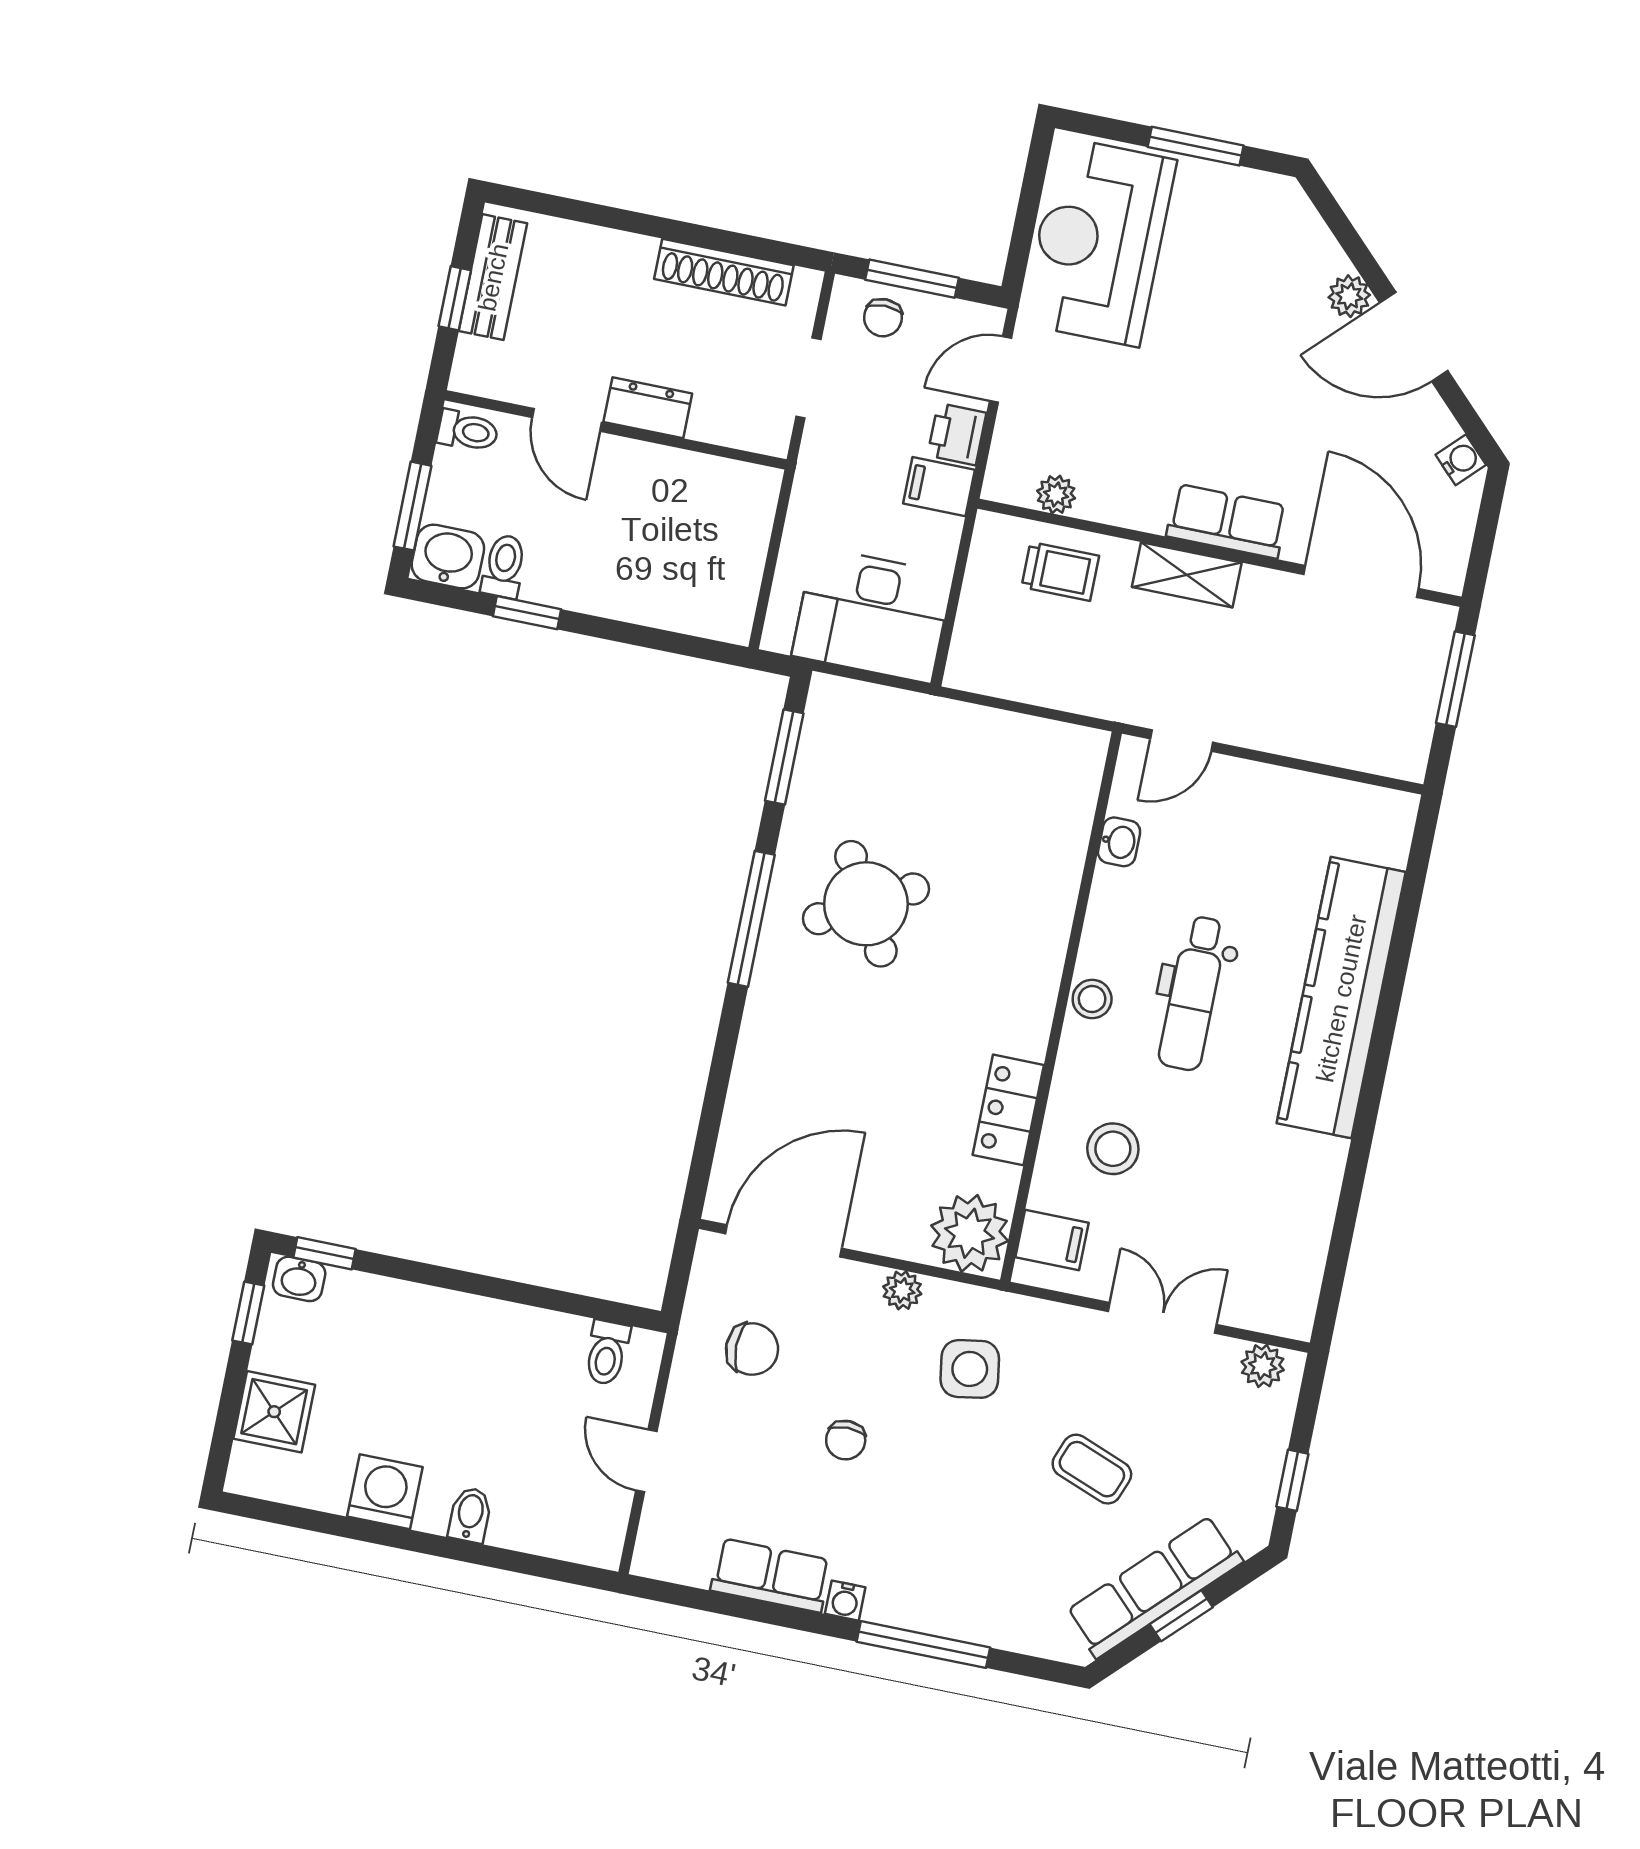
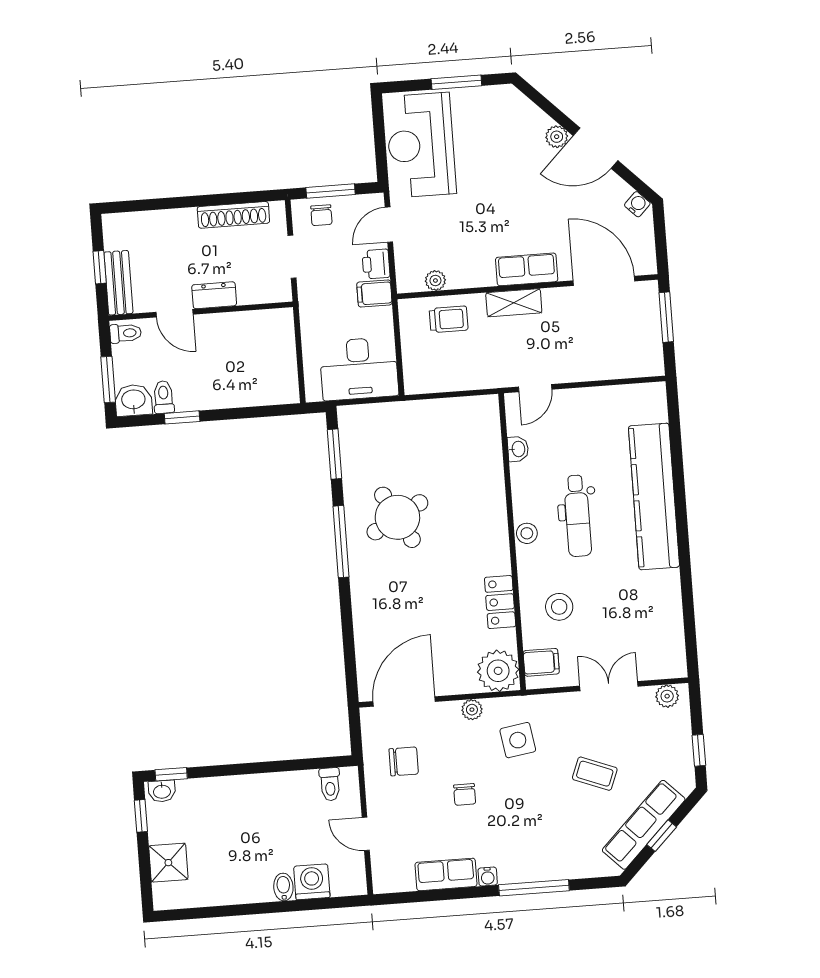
bench: (493, 277) -> (118, 283), moved
washing machine: (385, 1492) -> (312, 882), moved

